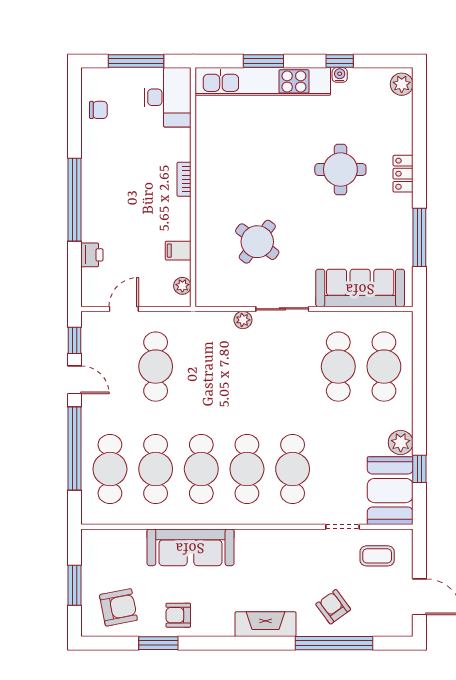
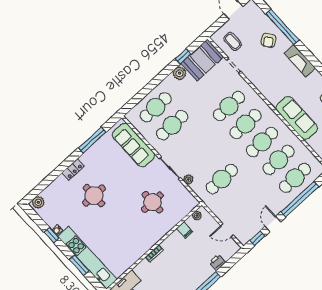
round table: (257, 242) -> (152, 202), turned -37
cafe table: (156, 367) -> (222, 179), moved

